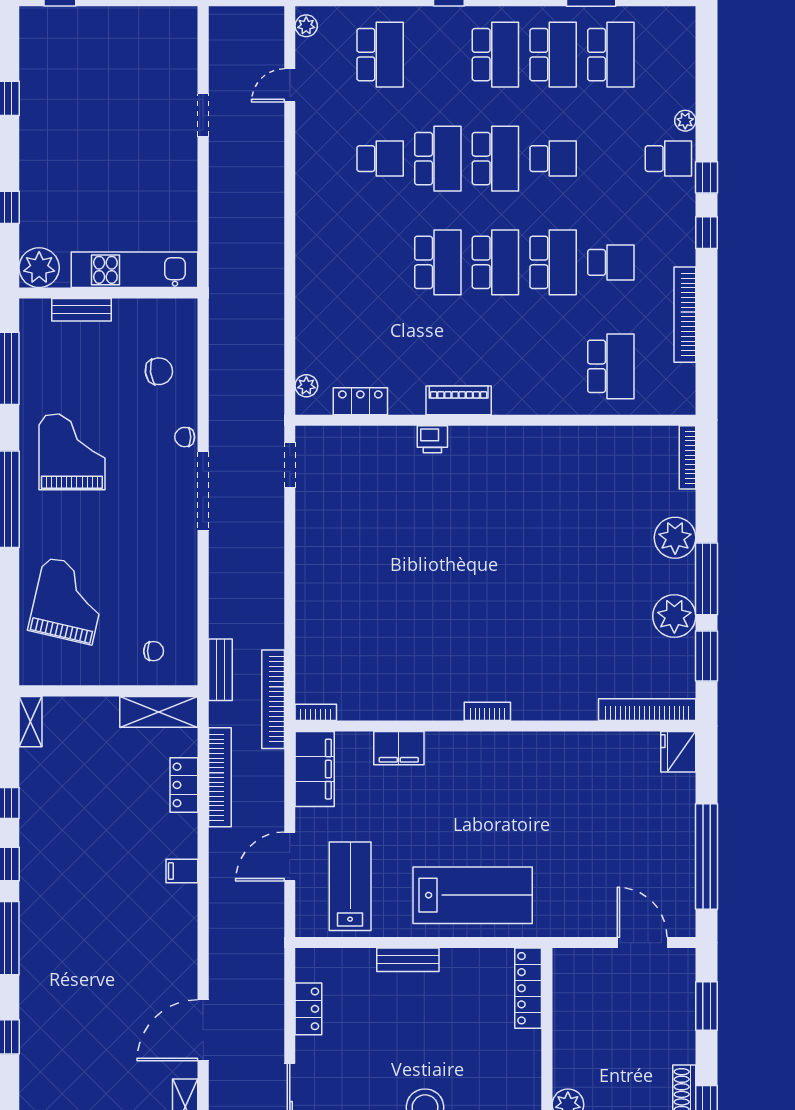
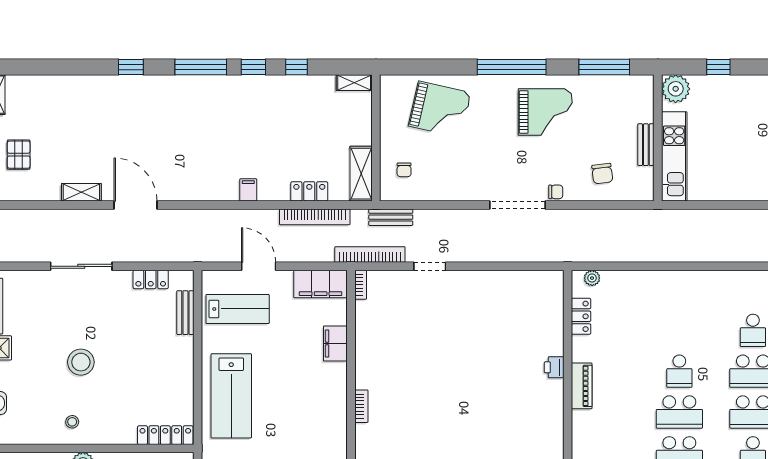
school desk: (438, 262) -> (679, 371), width x0.54
bench: (82, 310) -> (646, 145), moved
chair: (185, 437) -> (556, 192), turned 90
doorway: (290, 465) -> (430, 266), moved
bench: (408, 960) -> (185, 313), moved

